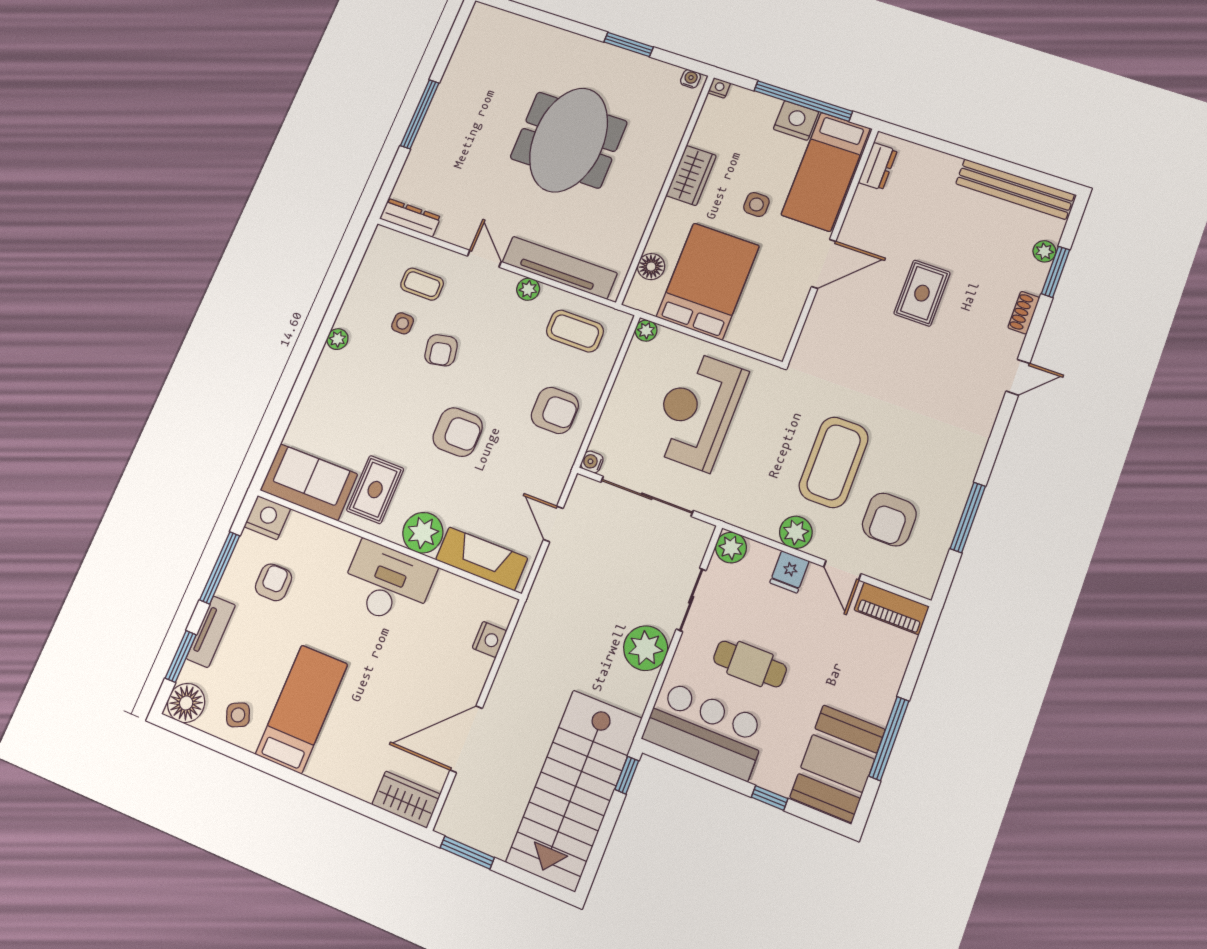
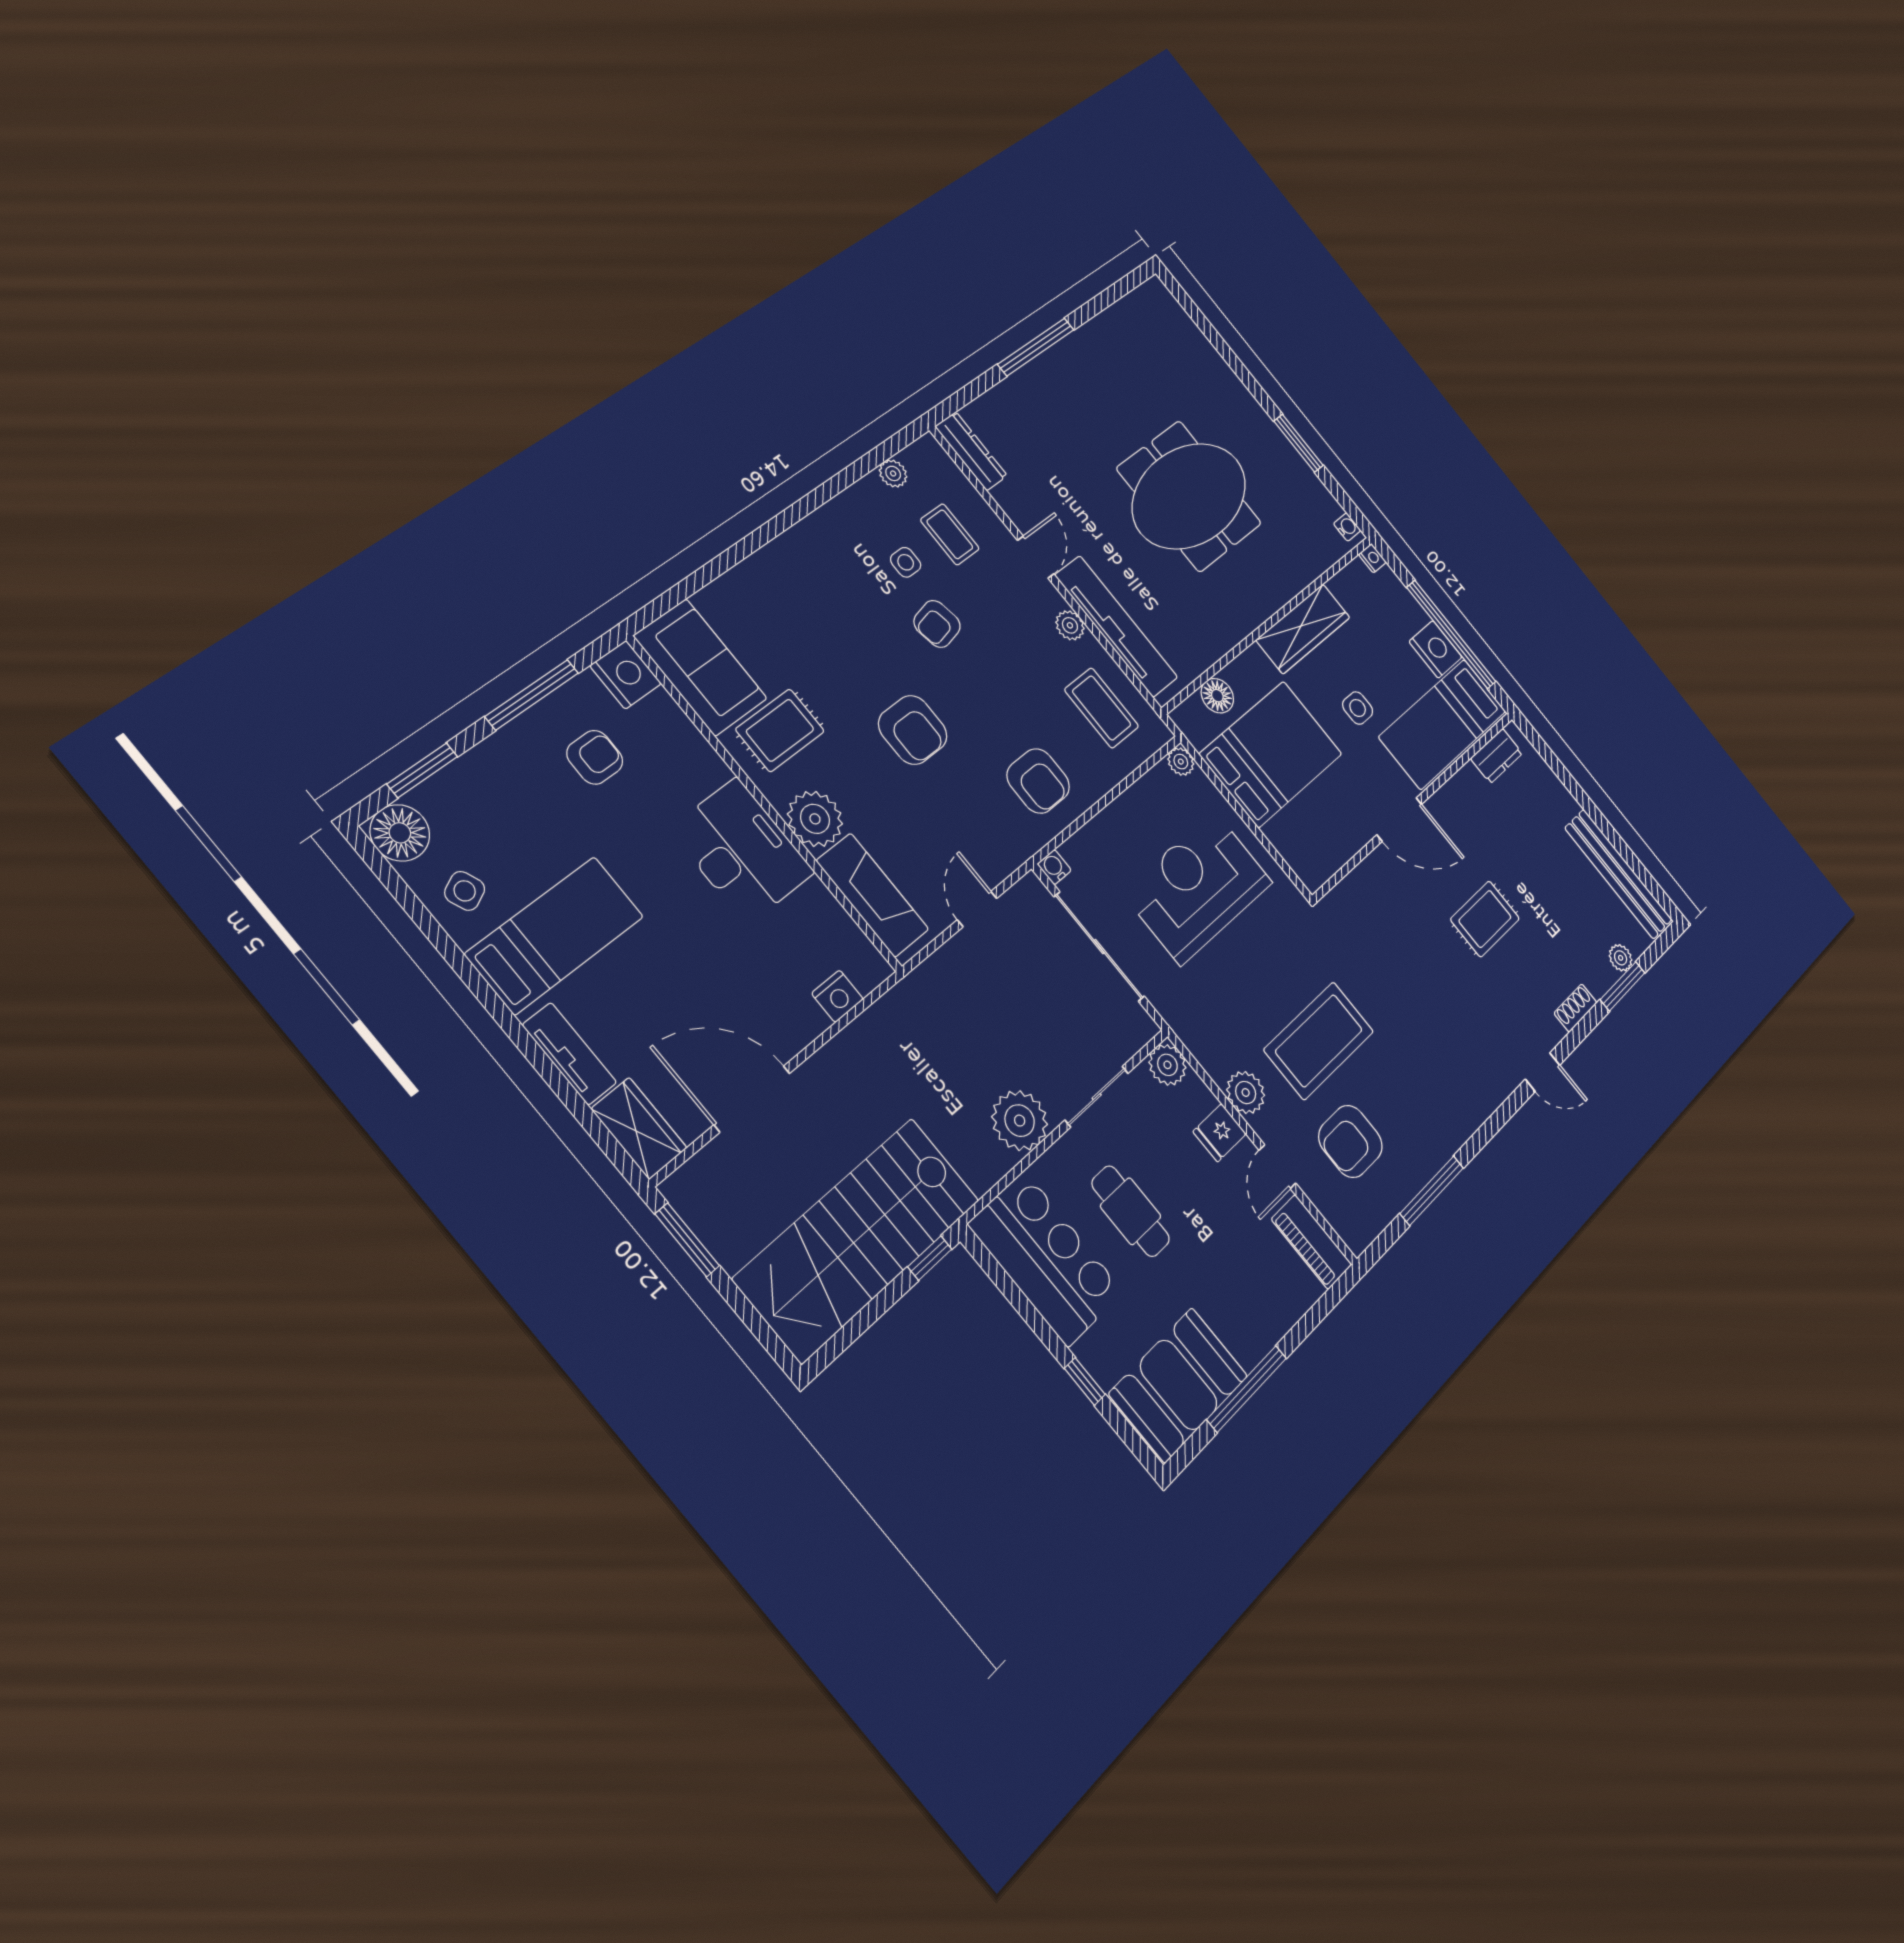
wardrobe: (691, 176) -> (1303, 629), width x1.50
plant: (337, 339) -> (893, 473), moved
tv unit: (211, 632) -> (569, 1054), moved, turned -90

